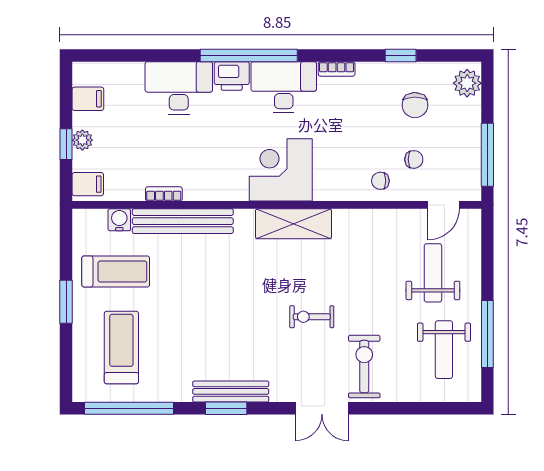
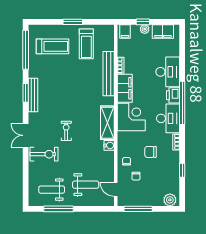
filing cabinet: (88, 99) -> (163, 32), width x2.00
chair: (415, 105) -> (151, 152), moved
filing cabinet: (216, 185) -> (125, 88), added
water cooler: (119, 220) -> (109, 145), moved

